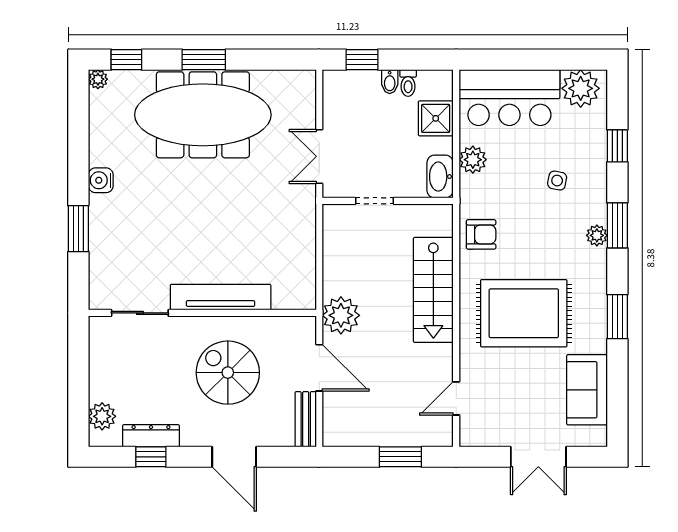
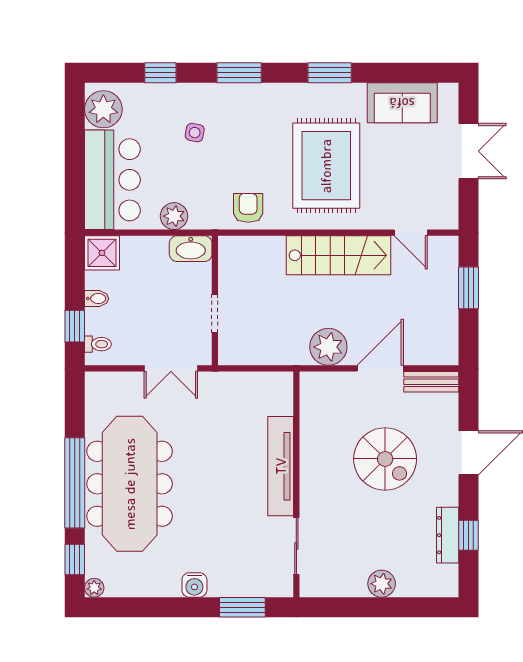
window: (204, 60) -> (75, 483), width x2.11
toilet: (408, 83) -> (98, 344), moved
shower: (436, 118) -> (102, 253), moved
plant: (597, 235) -> (249, 93), removed
stairs: (433, 290) -> (339, 255), moved
tv unit: (221, 297) -> (281, 466), moved
sliding door: (140, 313) -> (296, 546), moved
wall: (202, 313) -> (296, 484), moved
spiral stairs: (228, 373) -> (385, 459), turned -90
plant: (102, 416) -> (382, 584), moved

